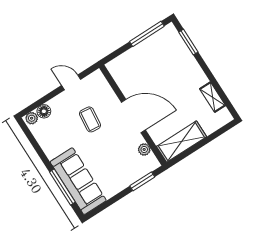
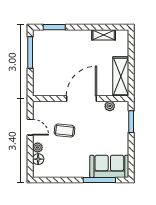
door: (71, 82) -> (30, 127), swing flipped
plant: (32, 118) -> (38, 148), moved
sofa: (78, 181) -> (109, 166), width x0.73

